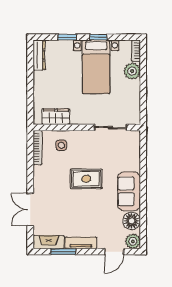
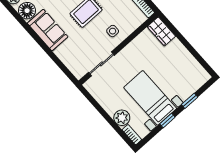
dresser: (39, 55) -> (198, 70), removed
wardrobe: (56, 117) -> (161, 31), moved, turned 90
side table: (61, 145) -> (113, 31), moved

